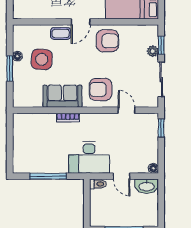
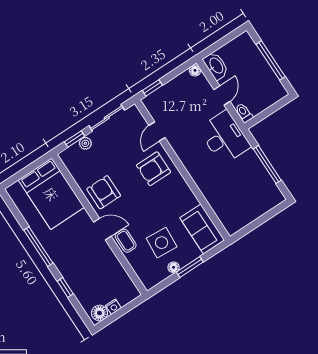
armchair: (101, 89) -> (153, 169), turned 90
sofa: (62, 96) -> (202, 229), moved
bookcase: (68, 118) -> (200, 182), removed

